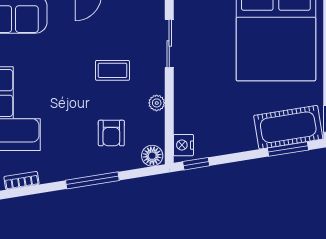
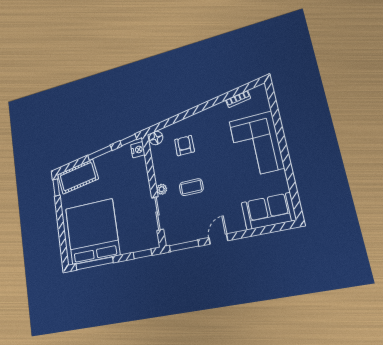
plant: (157, 103) -> (162, 189), moved
window: (288, 149) -> (100, 153), moved
window: (92, 180) -> (191, 112), removed

